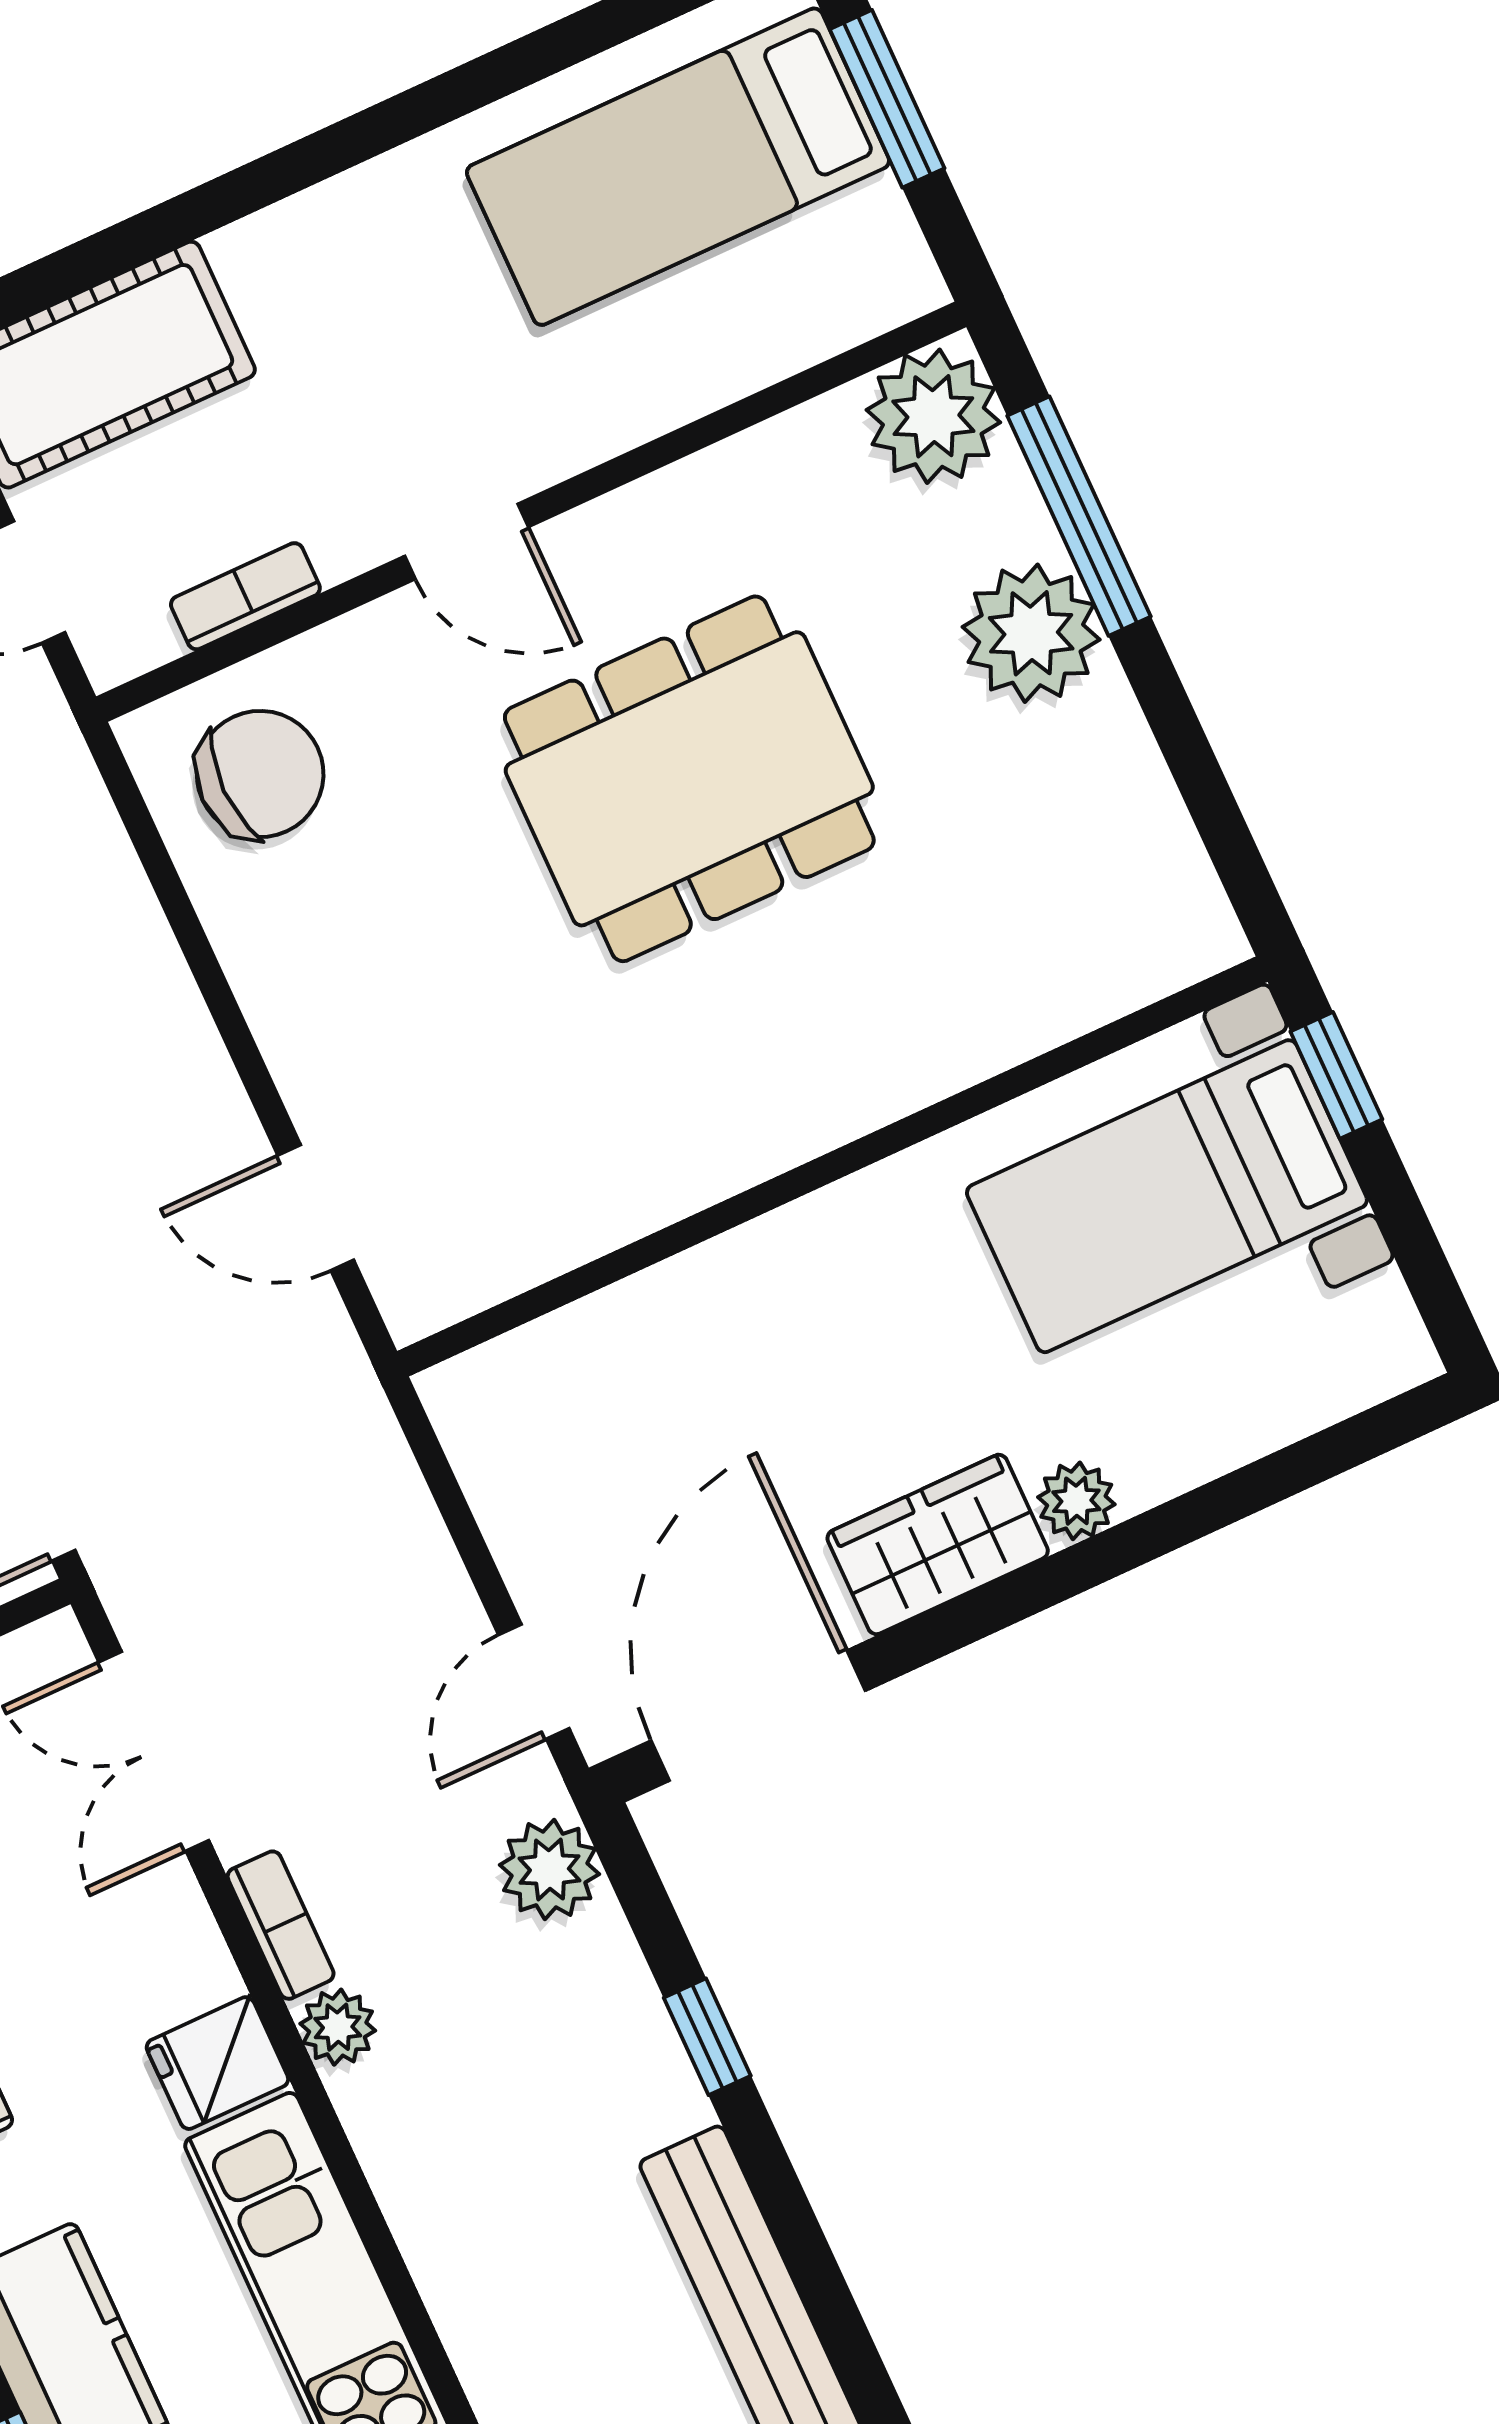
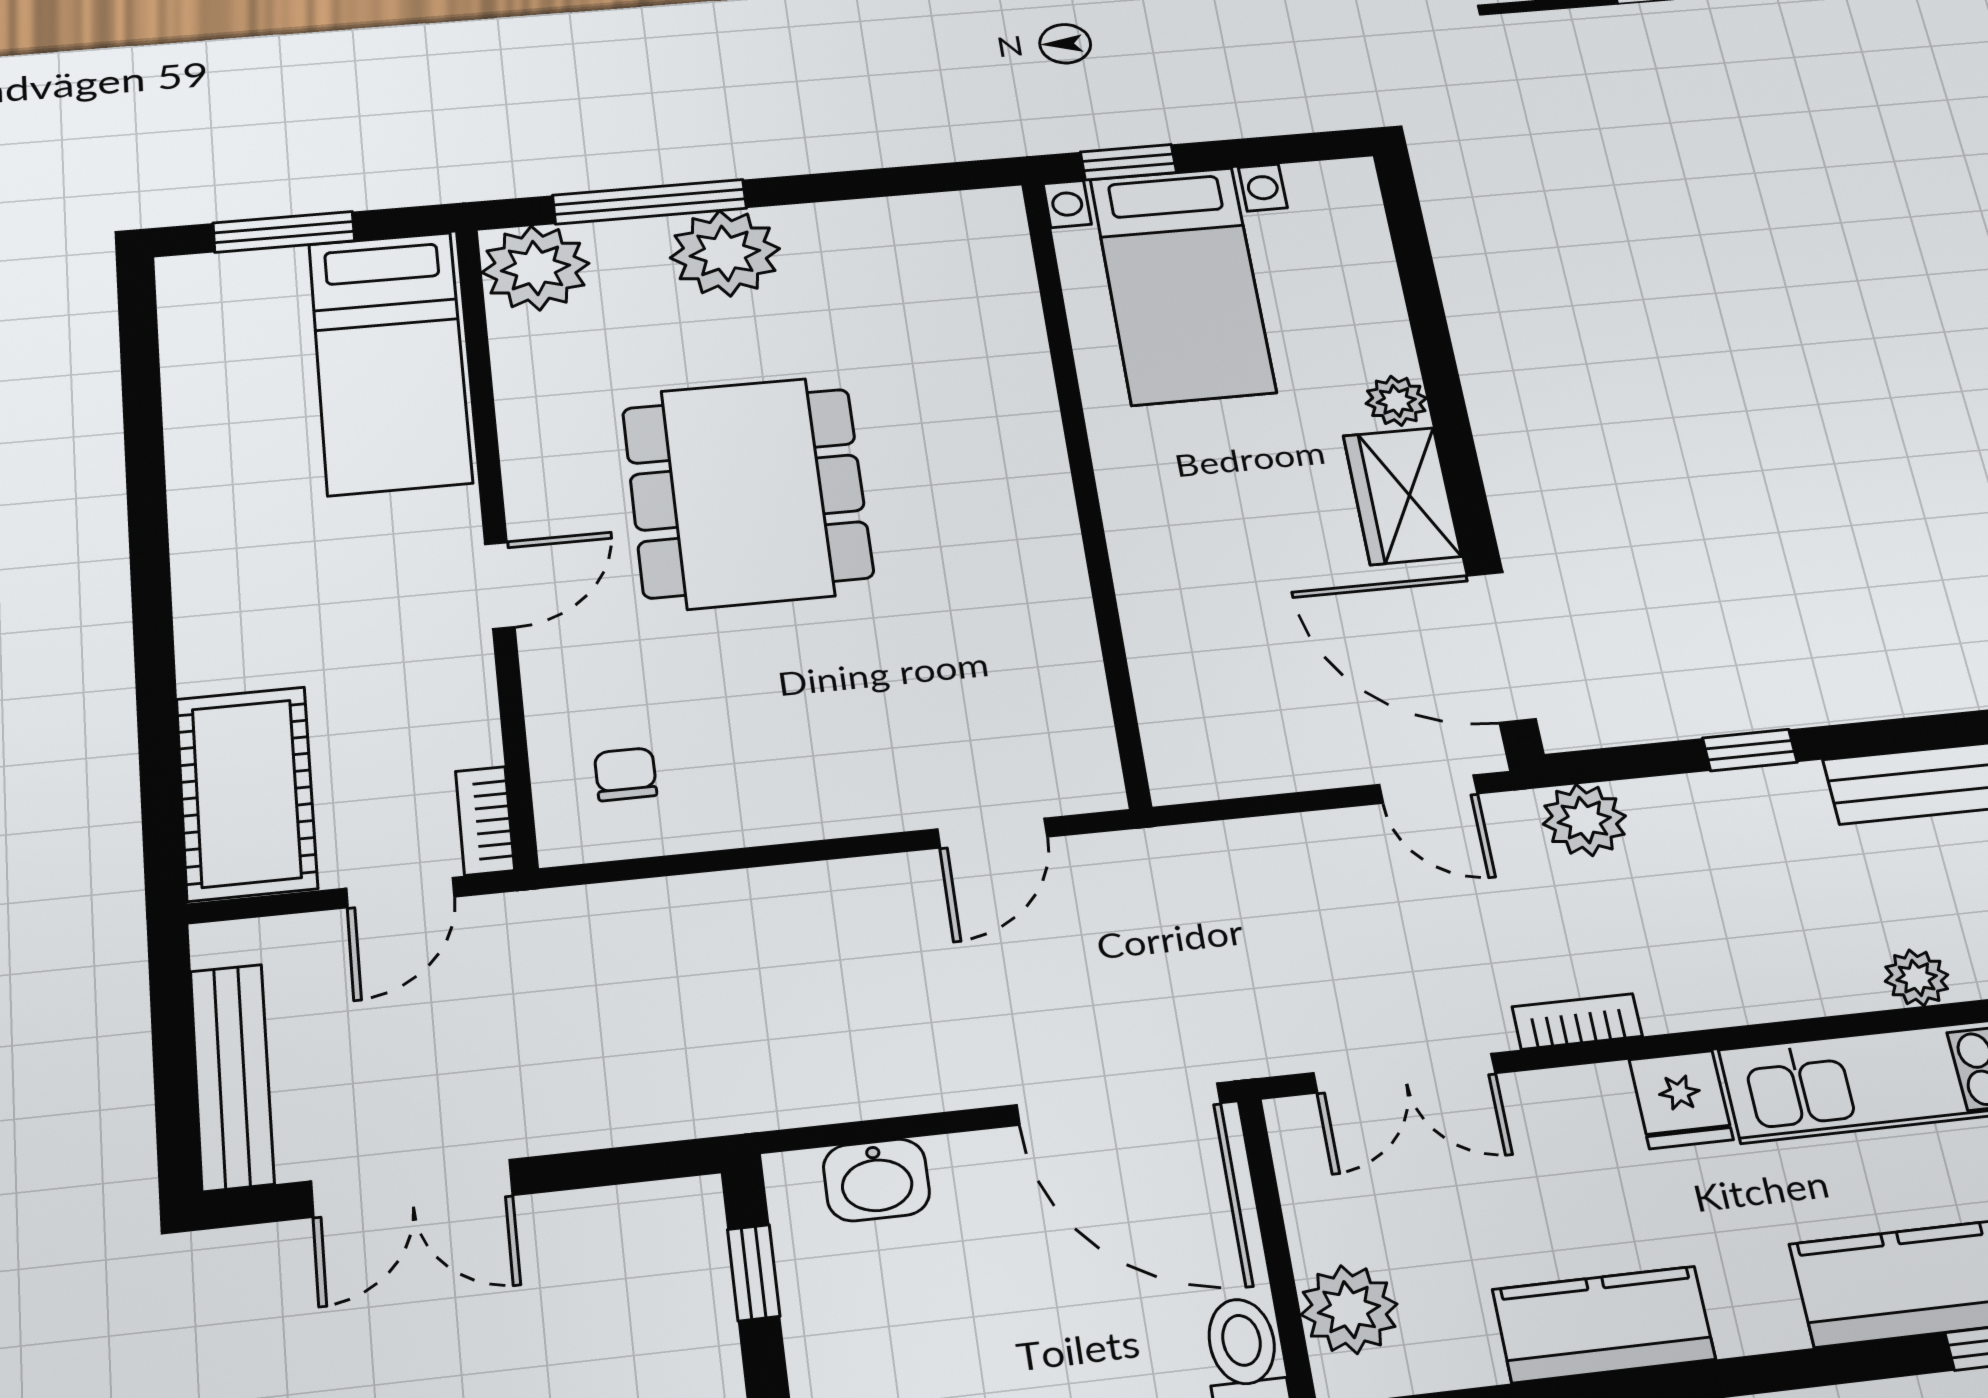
bed: (678, 167) -> (390, 362), moved
bookcase: (245, 596) -> (485, 821), moved
chair: (260, 774) -> (626, 774), width x0.54, depth x0.54
plant: (338, 2027) -> (1917, 978), moved

